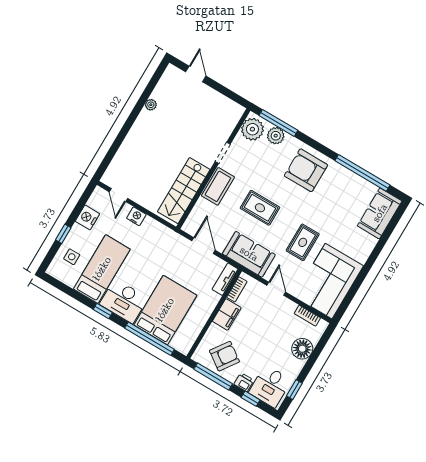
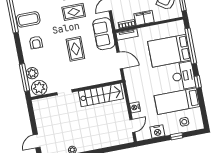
armchair: (306, 170) -> (36, 42), width x0.53, depth x0.53
coffee table: (218, 186) -> (28, 19), moved
door: (204, 246) -> (120, 60), swing flipped

